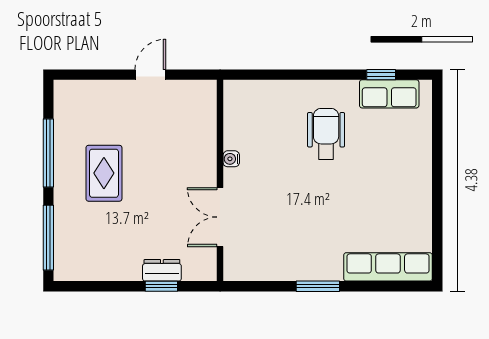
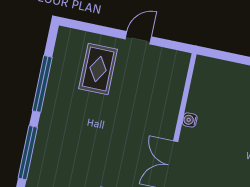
rug: (104, 173) -> (98, 69), moved

